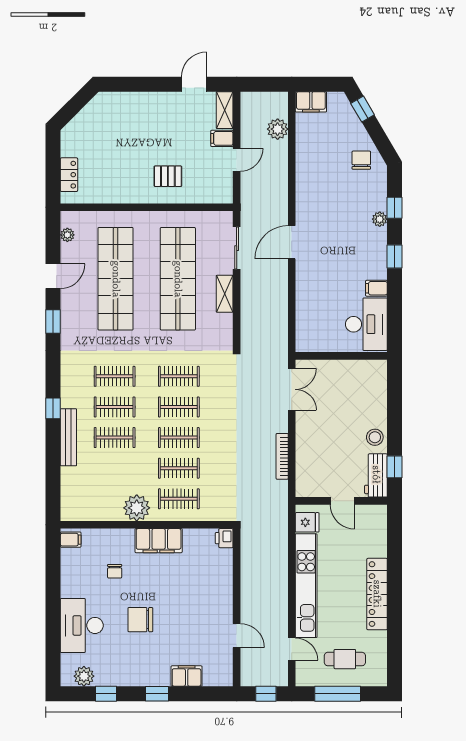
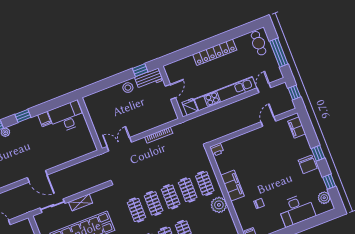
chair: (140, 620) -> (308, 164), moved
cafe table: (345, 659) -> (259, 43), moved
filing cabinet: (187, 676) -> (297, 128), moved

